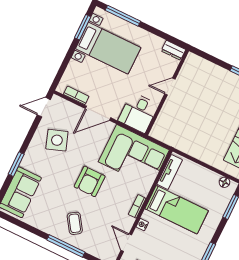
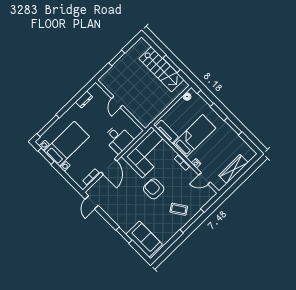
door: (170, 86) -> (117, 102), moved
wall: (167, 92) -> (120, 105), moved
side table: (57, 140) -> (117, 201), removed
armchair: (90, 181) -> (154, 189), turned 180

